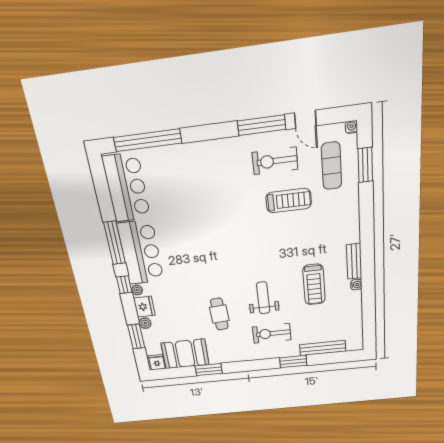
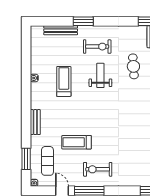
exercise bike: (275, 161) -> (98, 169), moved, turned 180
bench: (354, 261) -> (35, 122), moved
weight bench: (263, 298) -> (100, 75), turned 180

